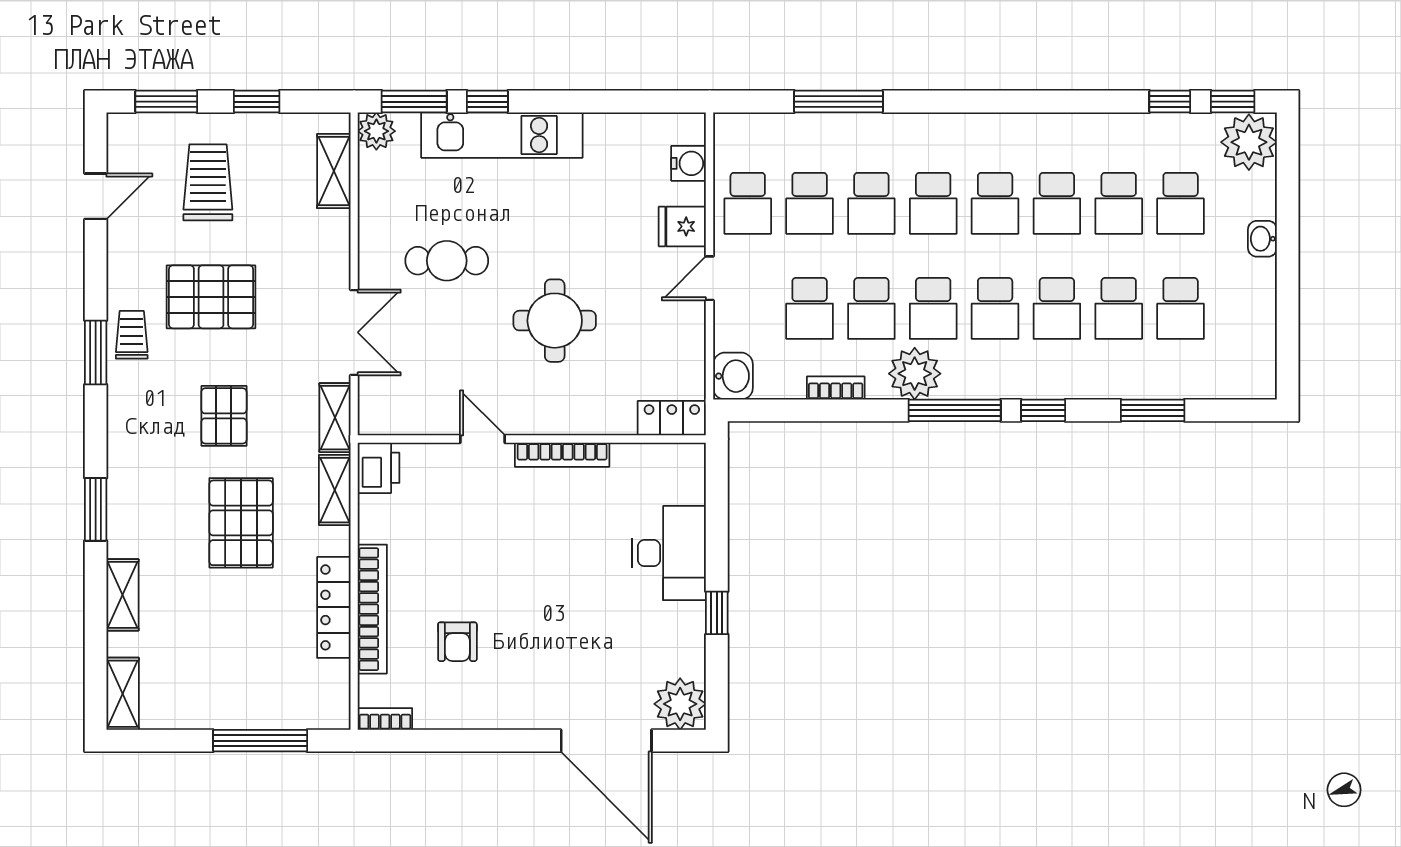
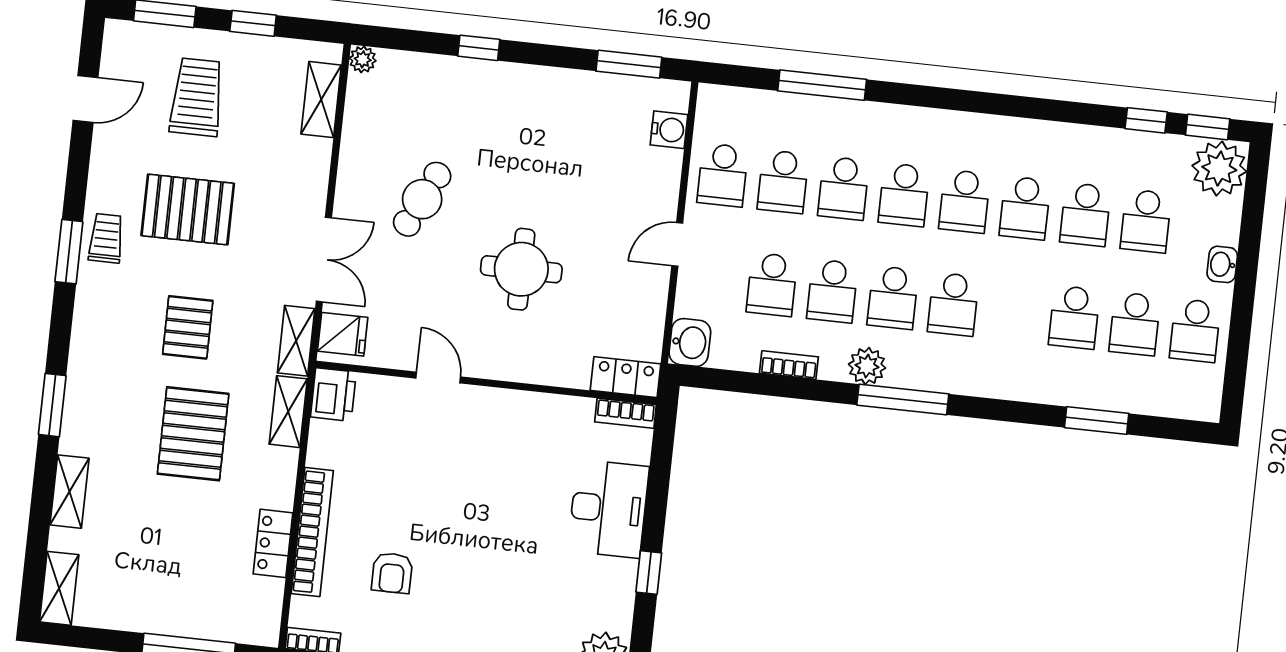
window: (414, 102) -> (629, 64), moved
plant: (376, 131) -> (363, 59), width x0.73, depth x0.73
kitchen unit: (502, 135) -> (489, 82), removed
fridge: (682, 226) -> (343, 334), moved, turned 180
cafe table: (447, 261) -> (422, 199), turned -64
school desk: (1057, 308) -> (1195, 330), moved
plant: (915, 374) -> (867, 366), width x0.73, depth x0.73
window: (1043, 410) -> (989, 409), removed
bookcase: (562, 455) -> (625, 413), moved, width x0.64
locker: (334, 607) -> (273, 543), width x0.66

